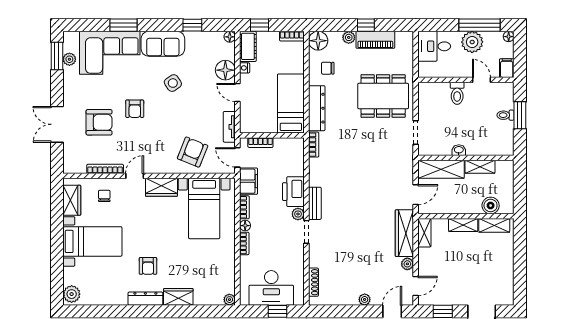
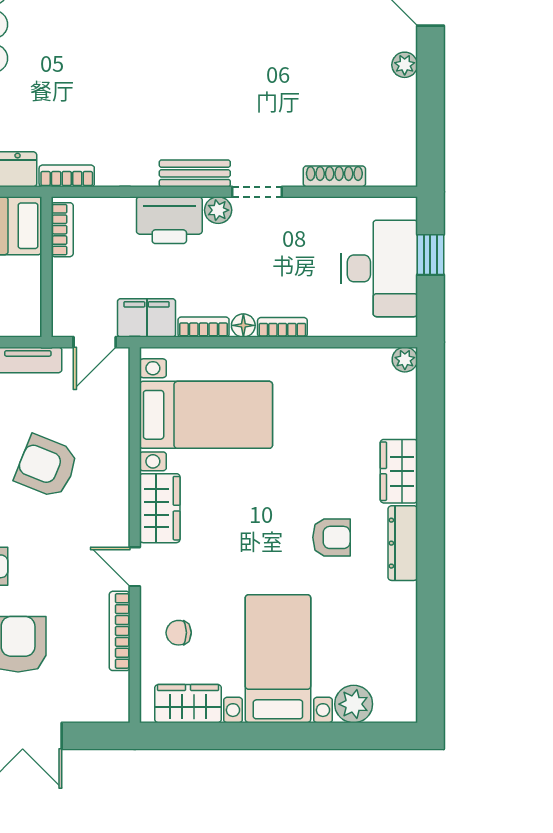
bookcase: (260, 143) -> (62, 230), moved
armchair: (193, 152) -> (47, 466), moved
shoe rack: (313, 282) -> (334, 176), moved
plant: (72, 294) -> (354, 704), moved

